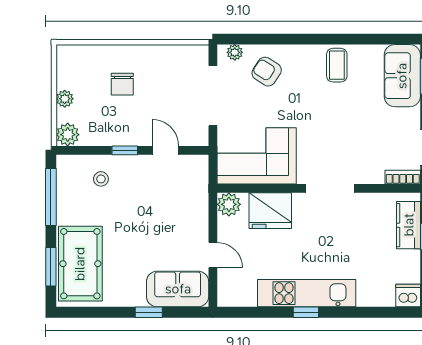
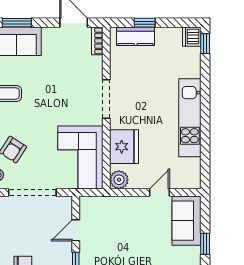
window: (306, 312) -> (205, 44), moved

